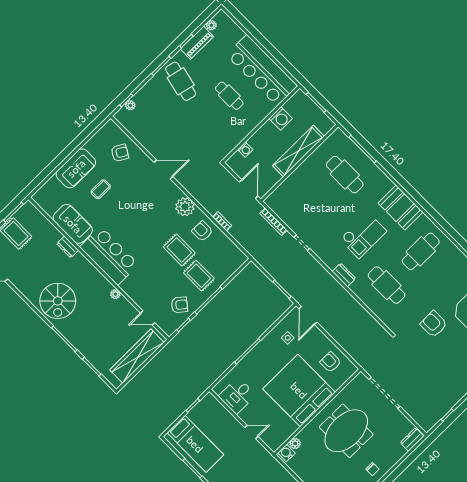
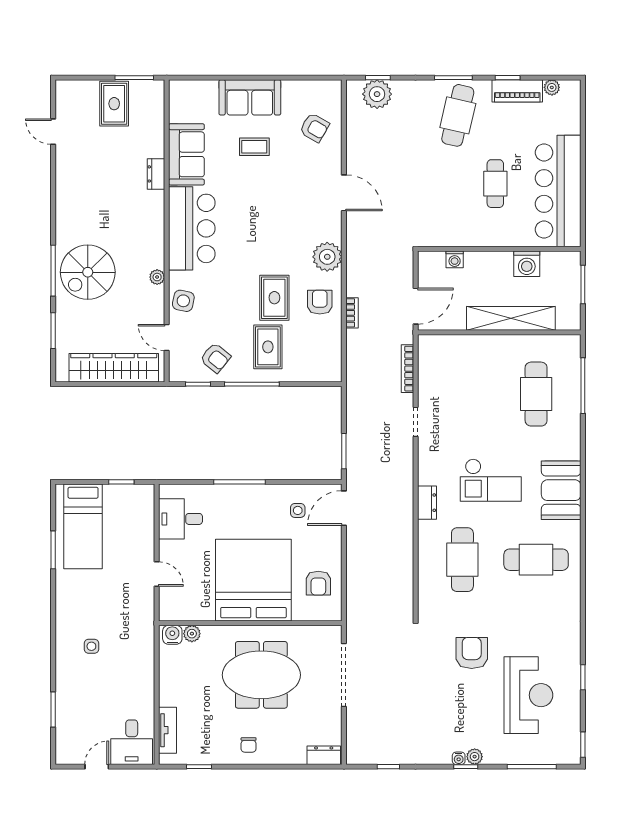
plant: (130, 105) -> (377, 94), width x1.88, depth x1.88
side table: (138, 293) -> (183, 301), added
spiral stairs: (58, 301) -> (88, 272), moved
armchair: (331, 362) -> (318, 583), turned 180

